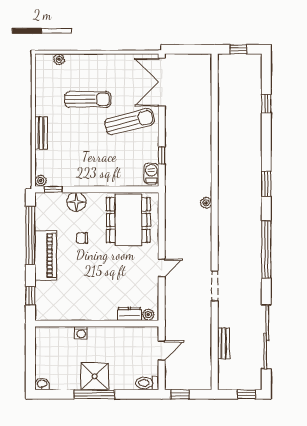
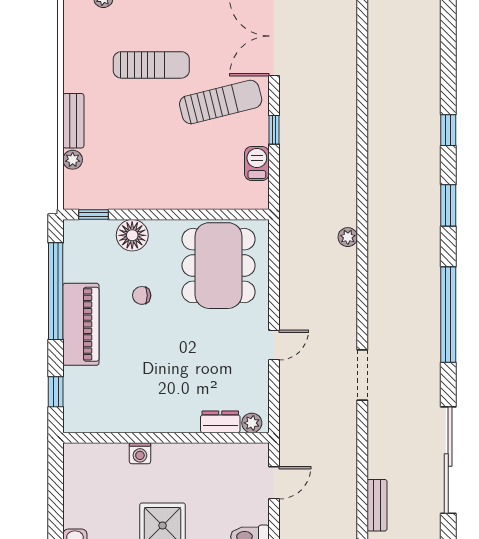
window: (266, 104) -> (448, 130), moved
window: (162, 155) -> (274, 130), moved
barbecue: (151, 174) -> (257, 163), moved
plant: (41, 181) -> (73, 160), moved
bench: (224, 343) -> (377, 505), moved

